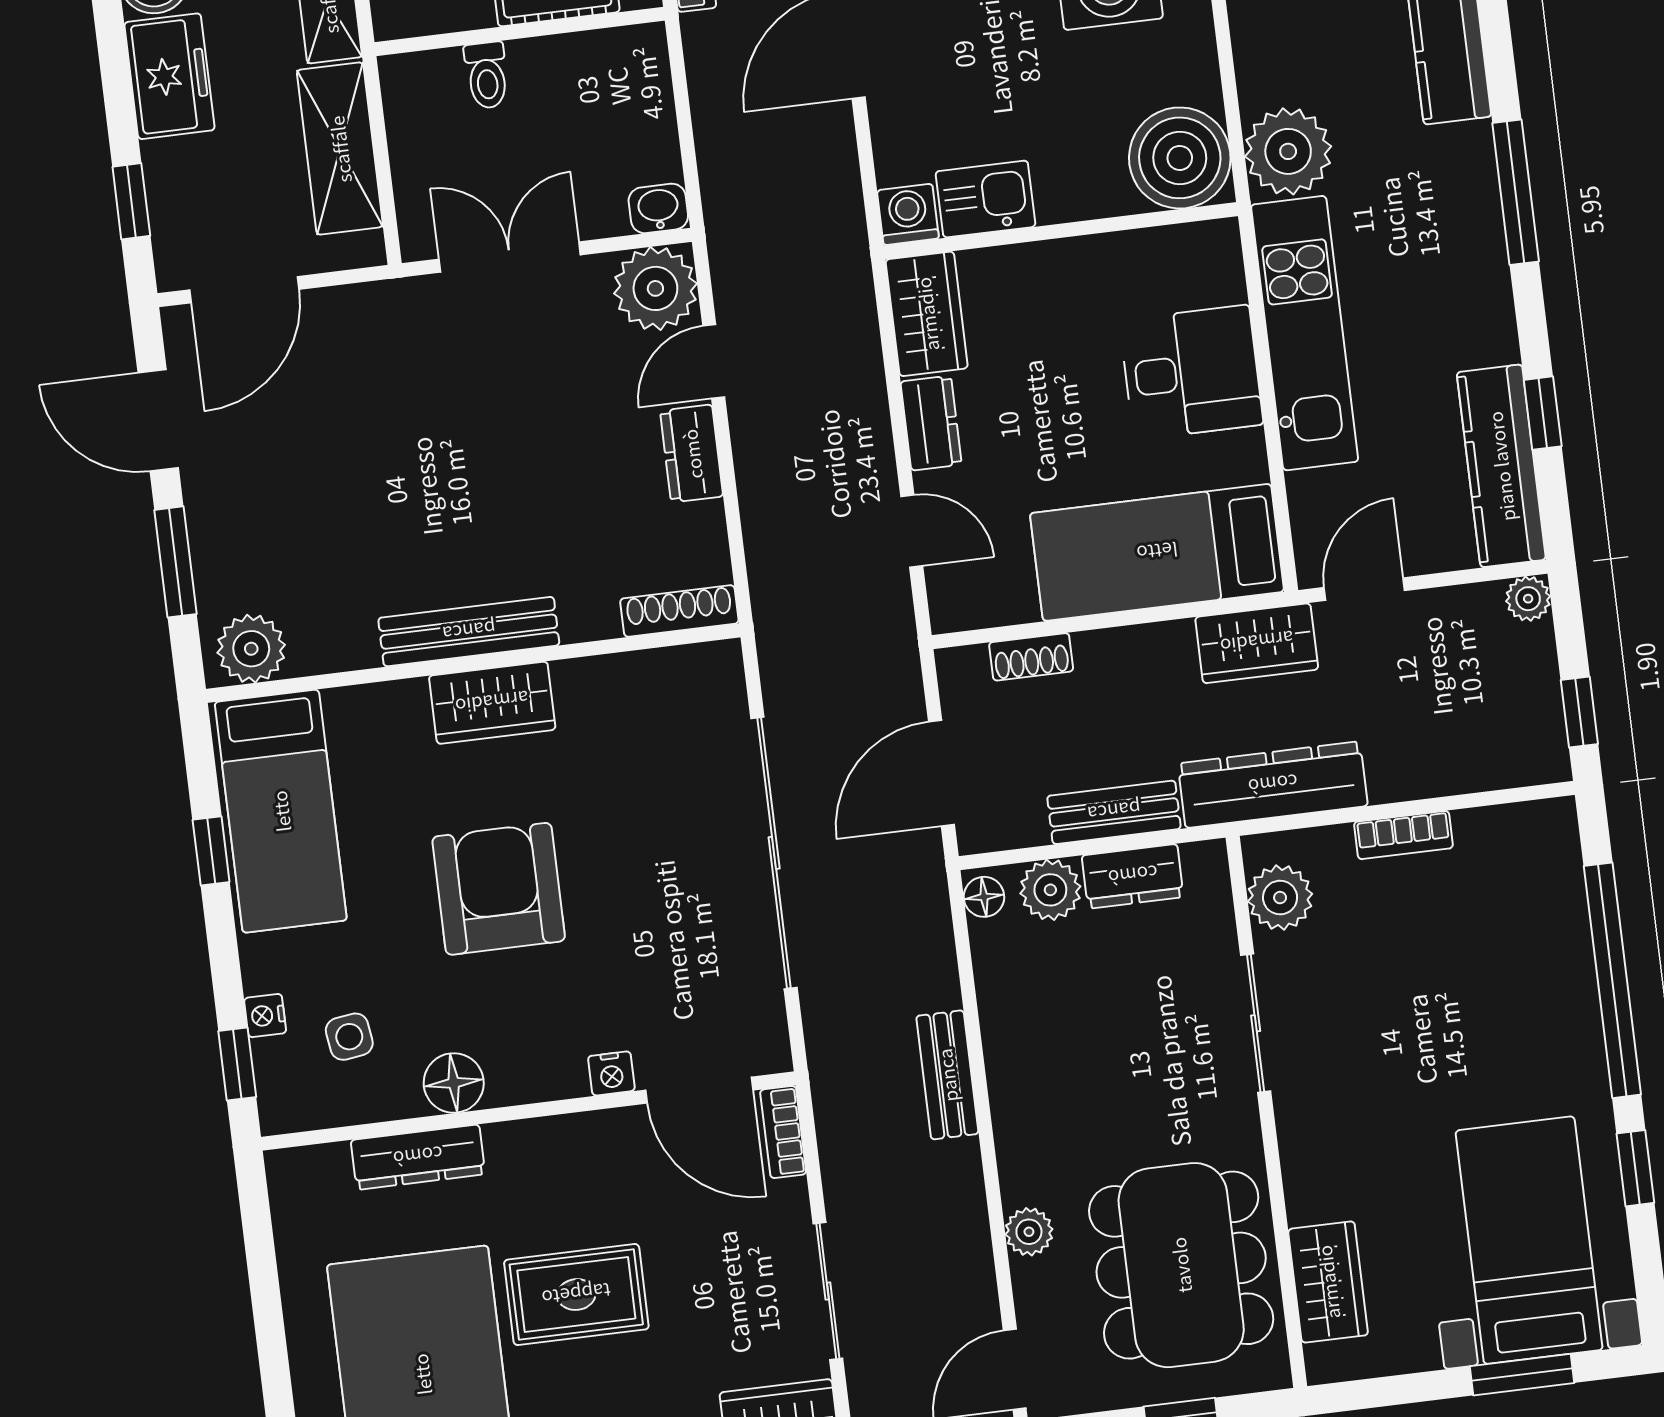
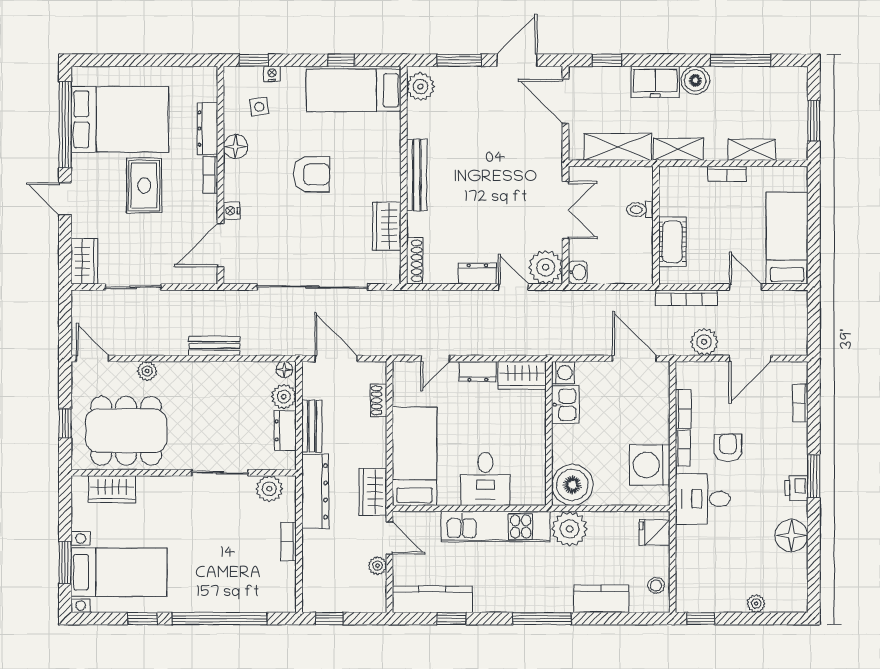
plant: (1528, 599) -> (377, 566), moved
wardrobe: (492, 703) -> (387, 226), moved
armchair: (499, 889) -> (312, 174), width x0.73, depth x0.73
bookcase: (783, 1132) -> (210, 175), moved, turned -90

